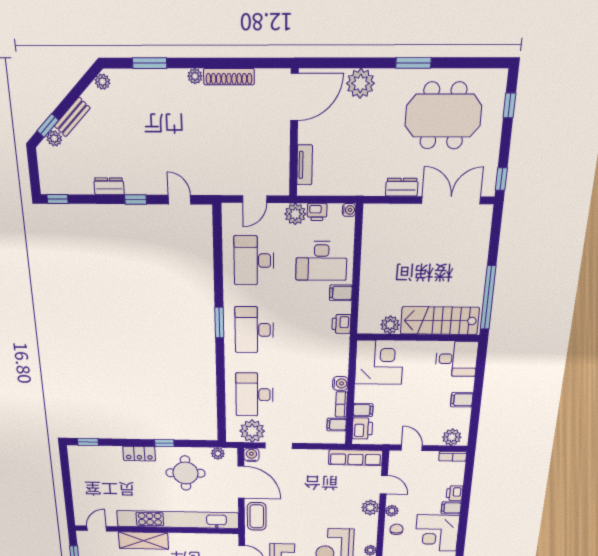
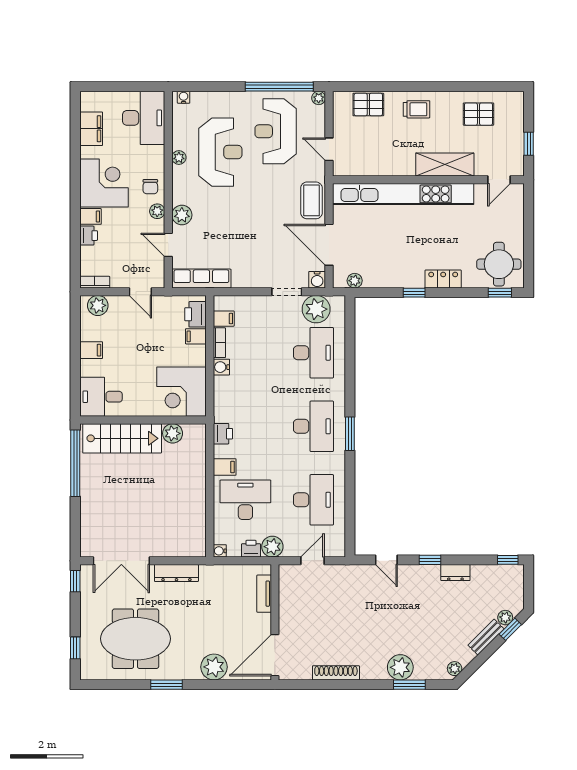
plant: (195, 76) -> (400, 667), moved, width x1.88, depth x1.88
dresser: (402, 187) -> (176, 573), width x1.44
round table: (186, 473) -> (499, 264), moved

